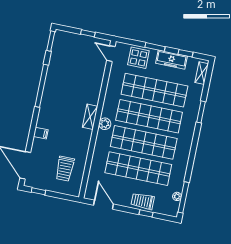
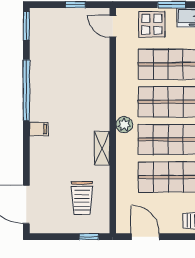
shelving: (90, 117) -> (102, 148), moved
filing cabinet: (41, 133) -> (39, 129), moved
window: (38, 191) -> (89, 237), moved

